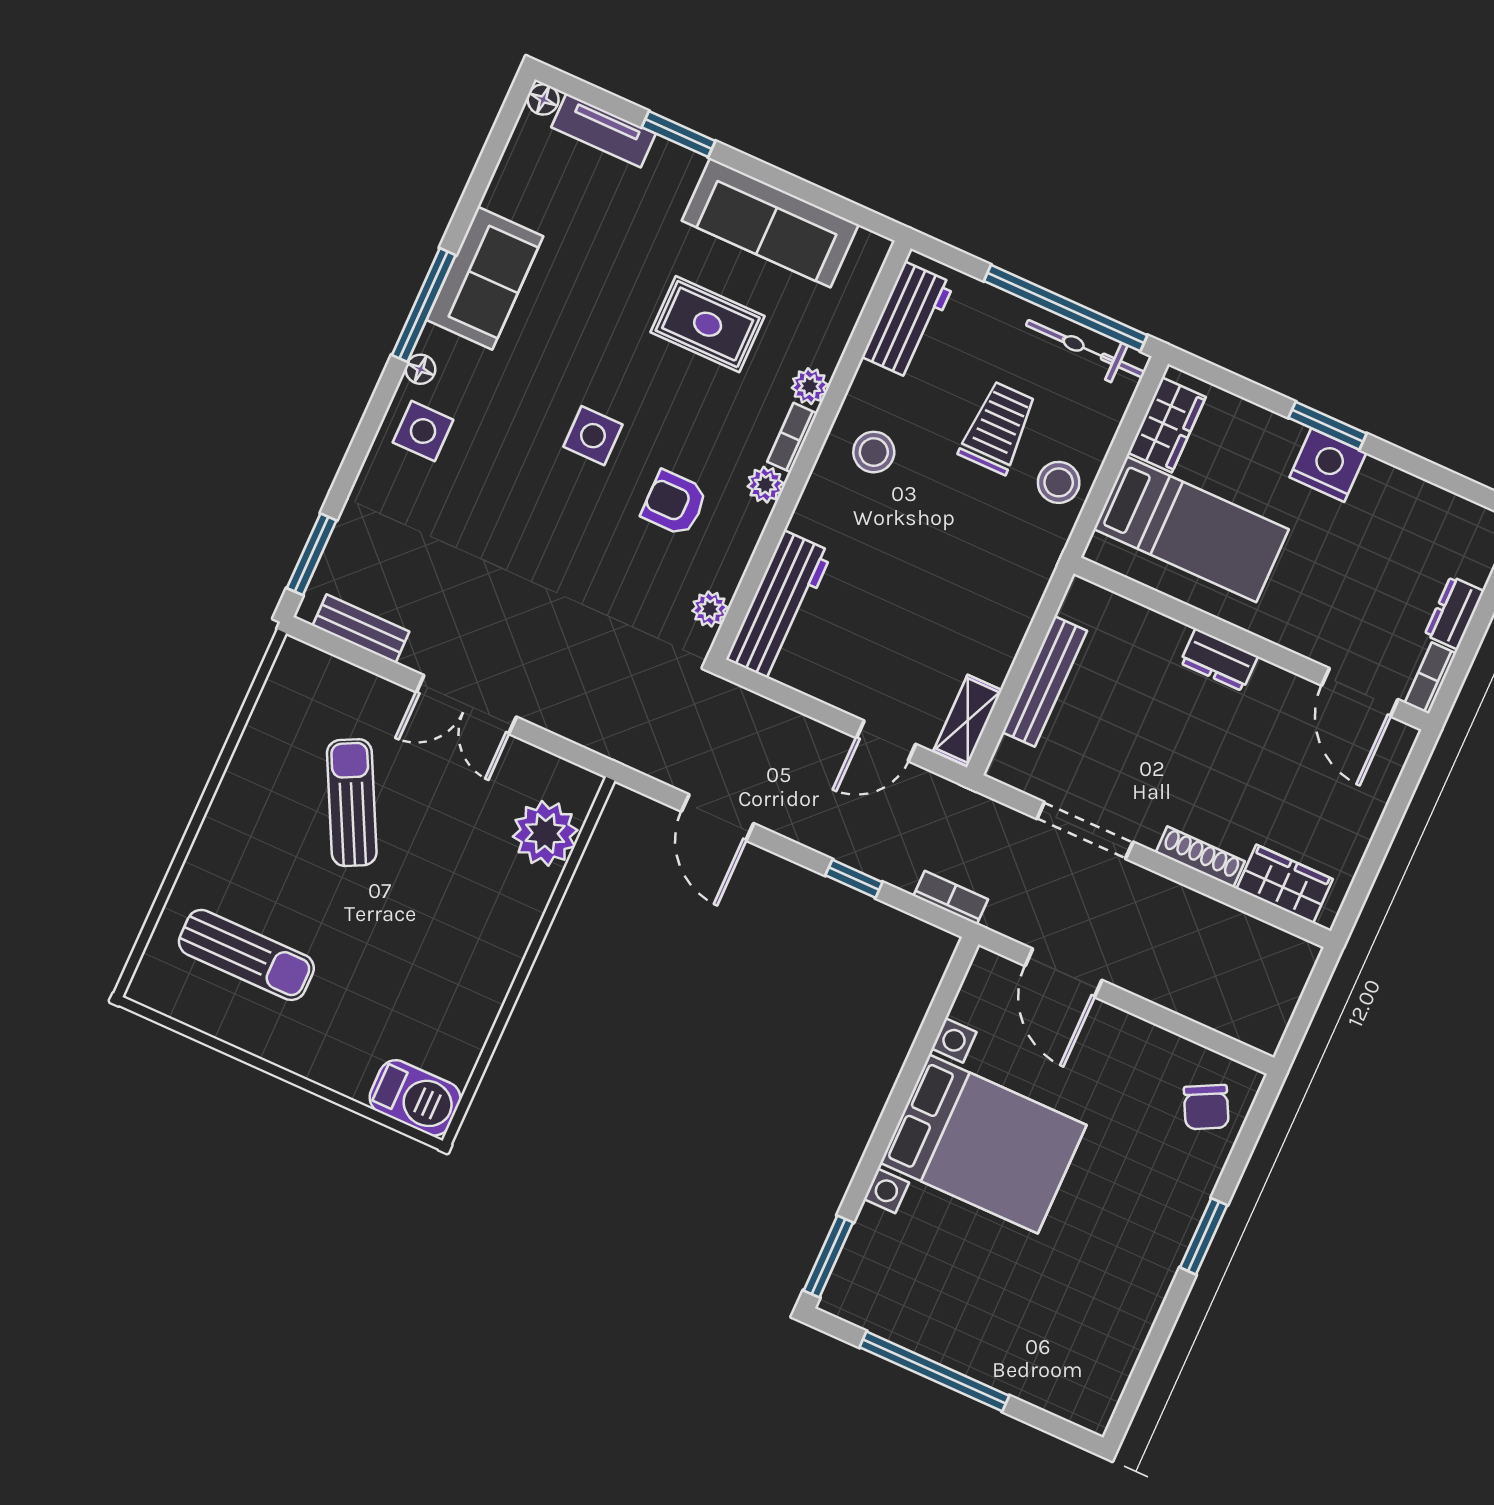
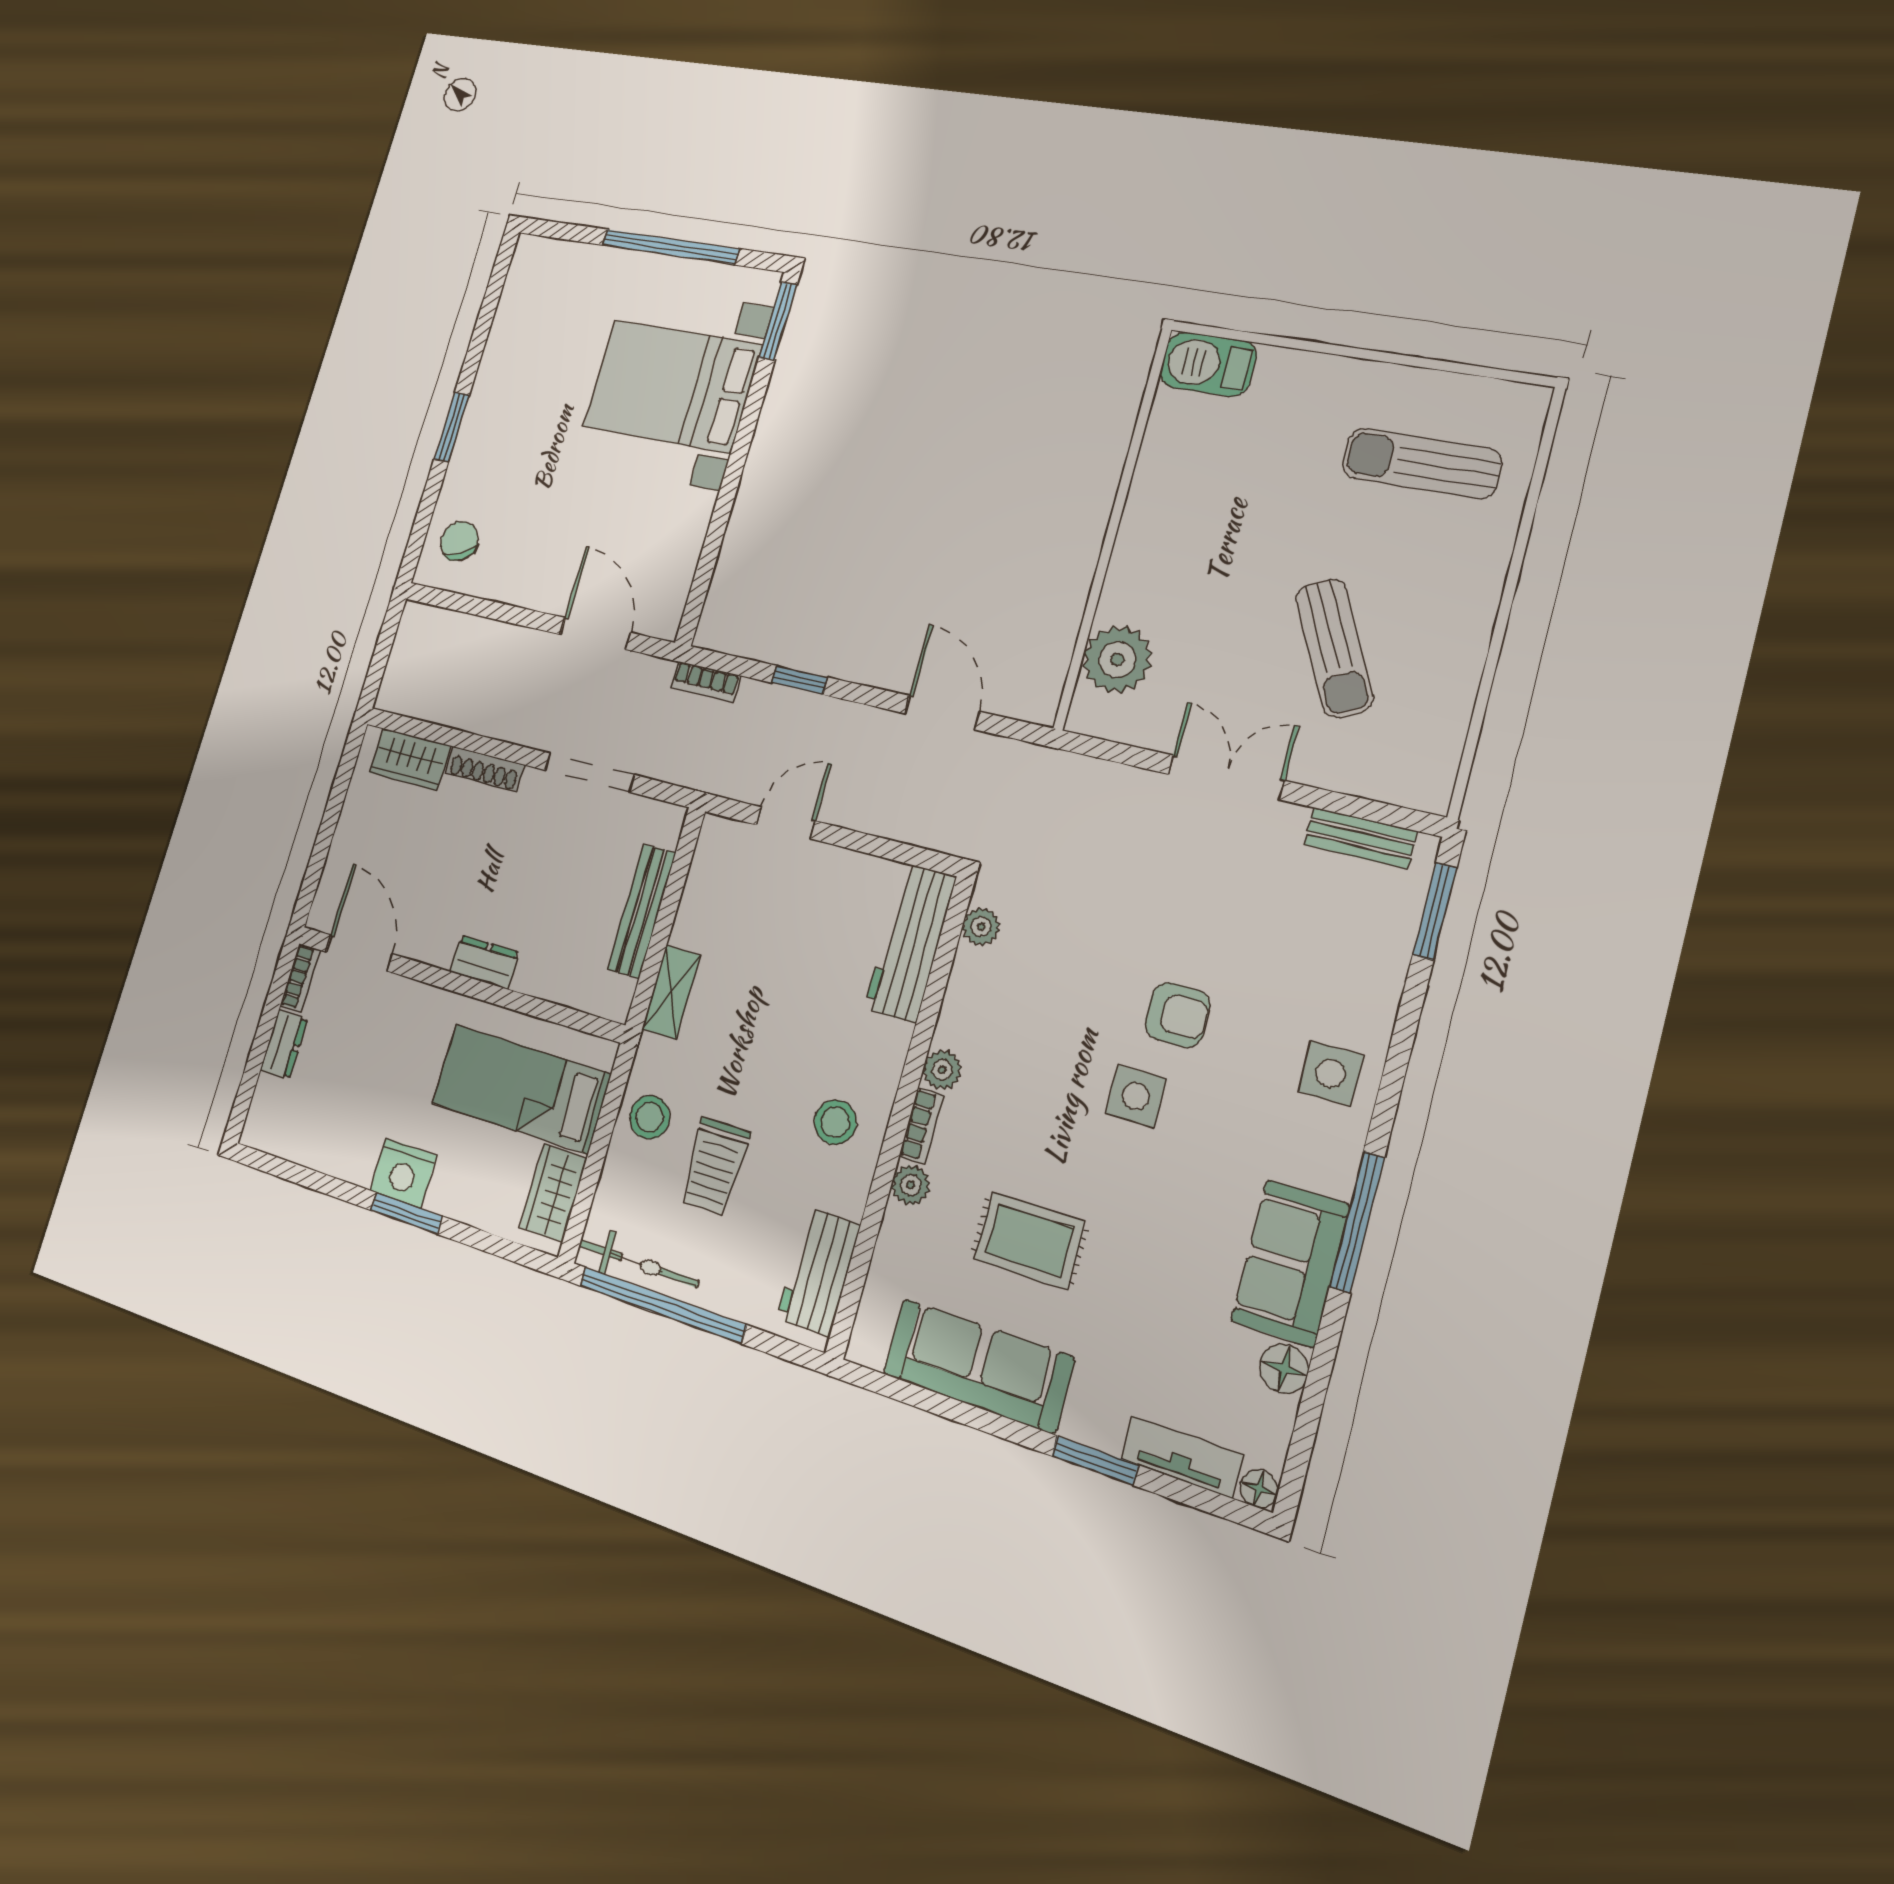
floor lamp: (420, 369) -> (1284, 1368), moved, width x1.37, depth x1.37
armchair: (674, 503) -> (1177, 1015), moved
shelving: (968, 721) -> (671, 992), moved
bed with nightstands: (983, 1144) -> (672, 386), moved

